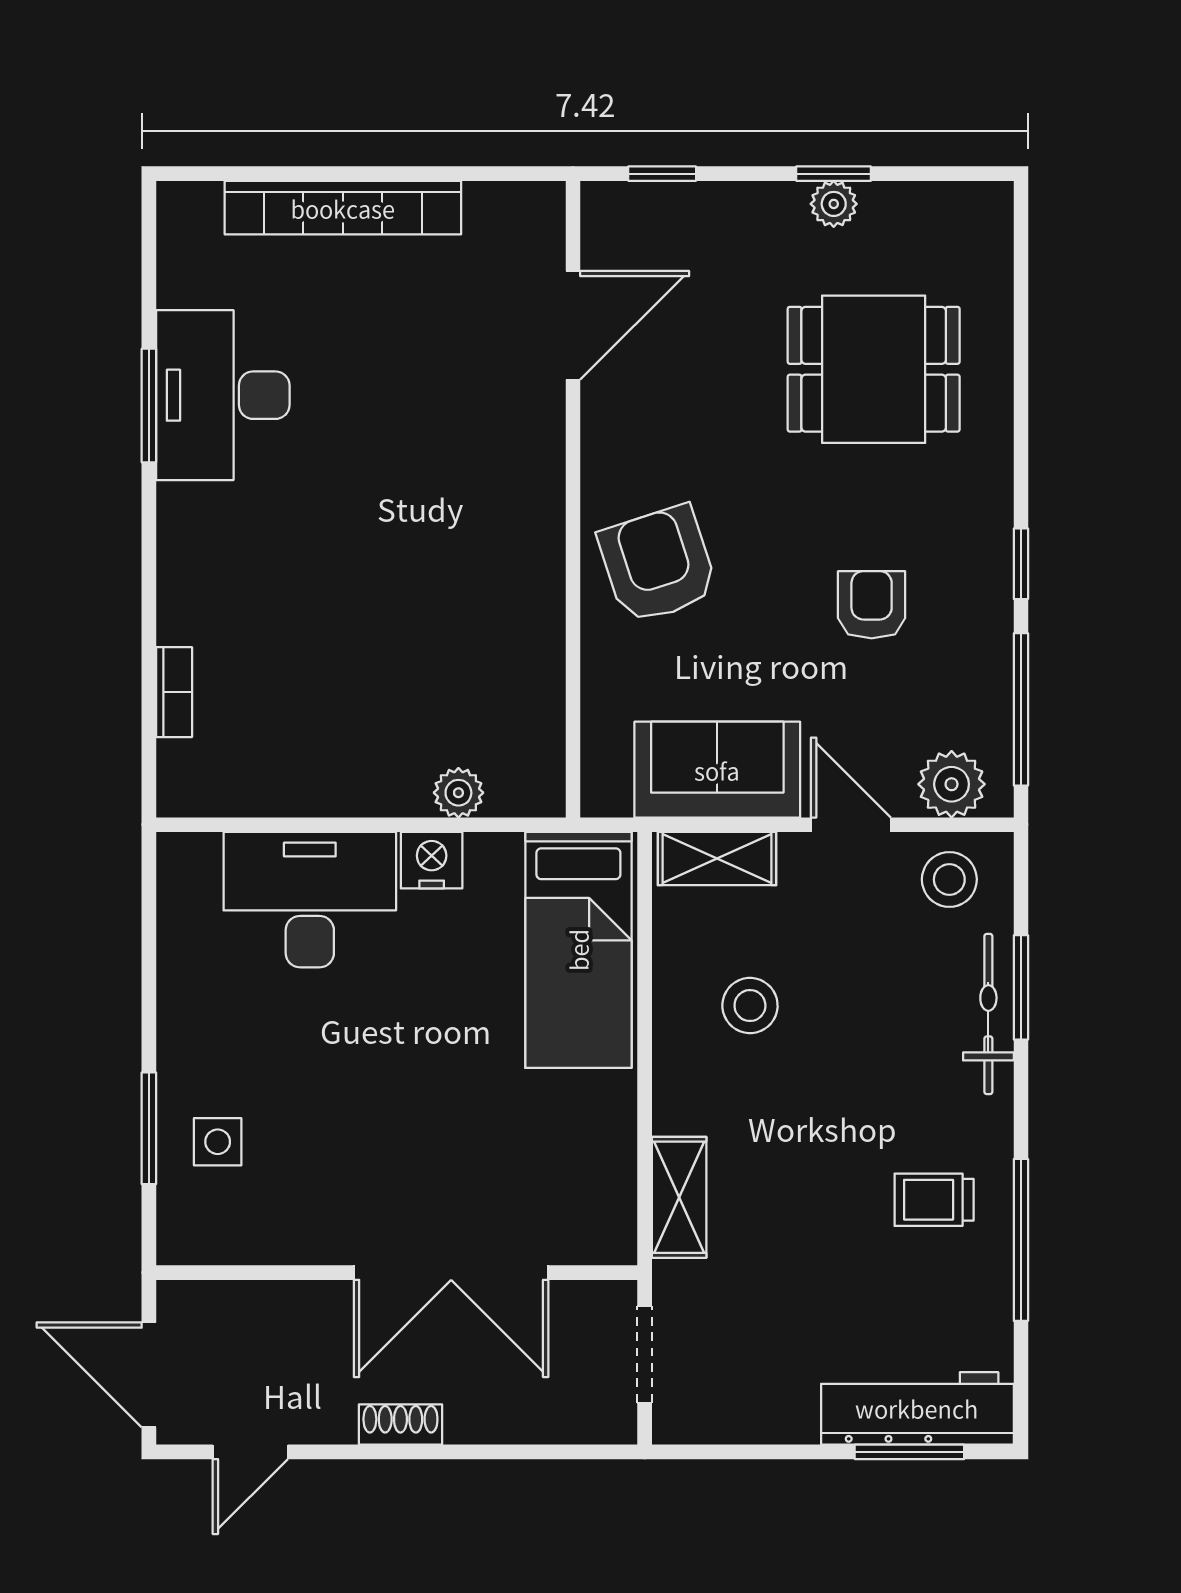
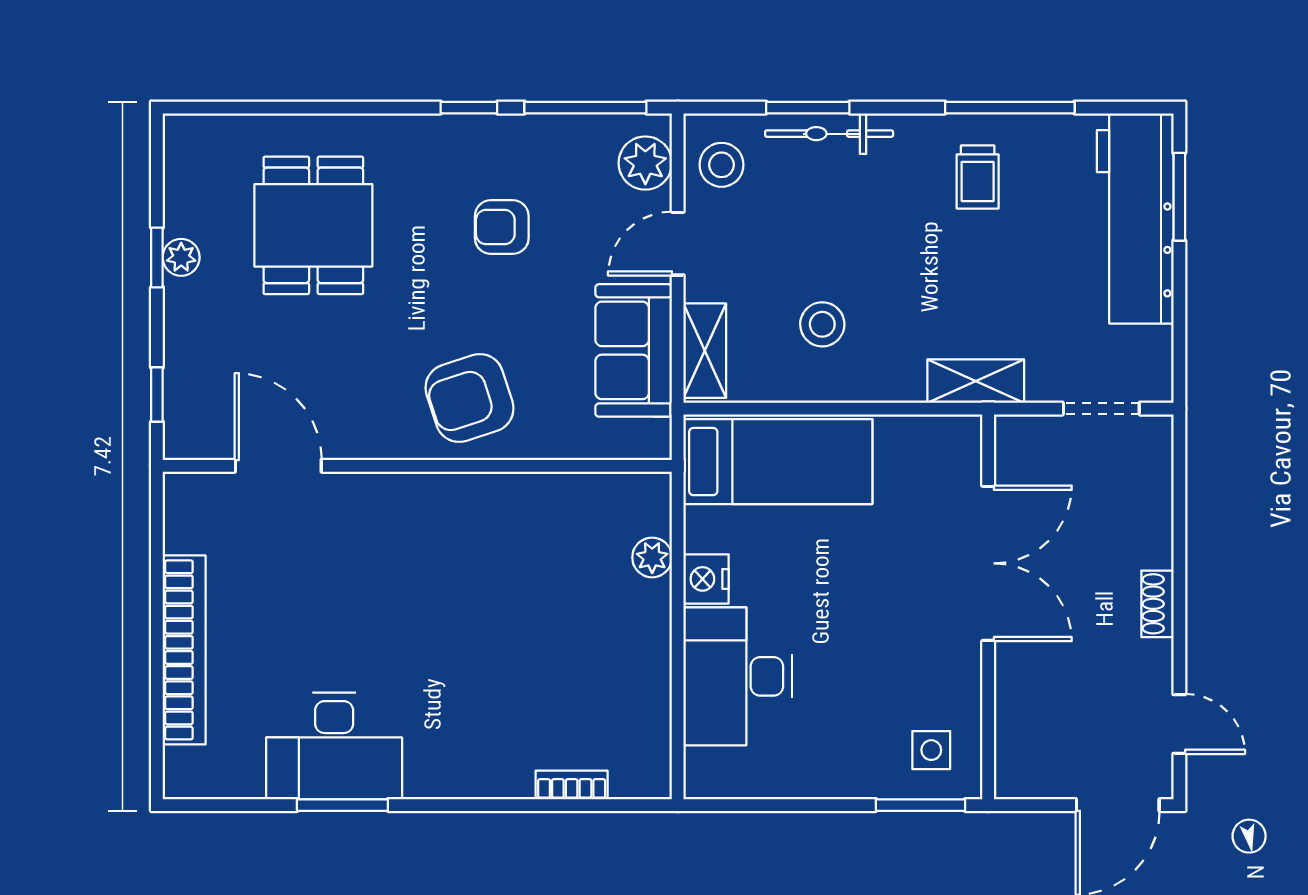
wall: (397, 1273) -> (988, 607), moved
double door: (451, 1273) -> (988, 563), moved
workbench: (917, 1408) -> (1135, 218), width x1.36, depth x1.32

